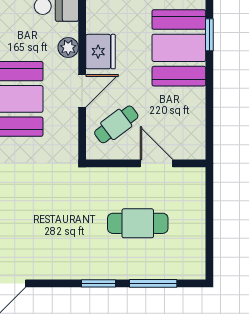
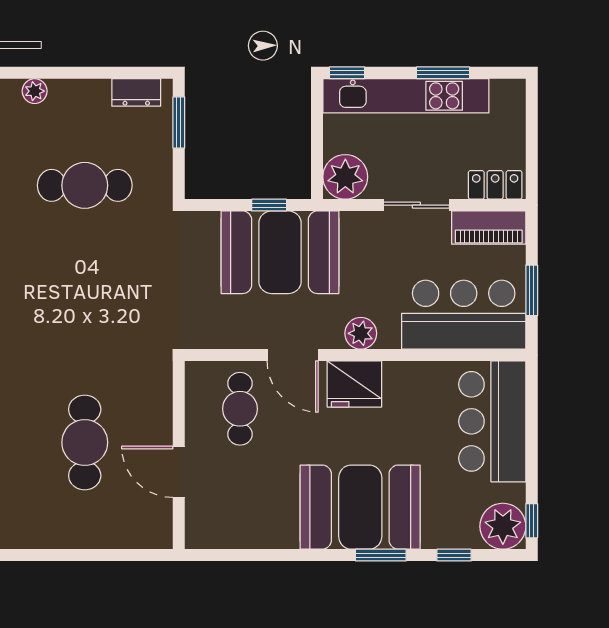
cafe table: (116, 124) -> (240, 409), turned 37
door: (156, 163) -> (179, 472), swing flipped

